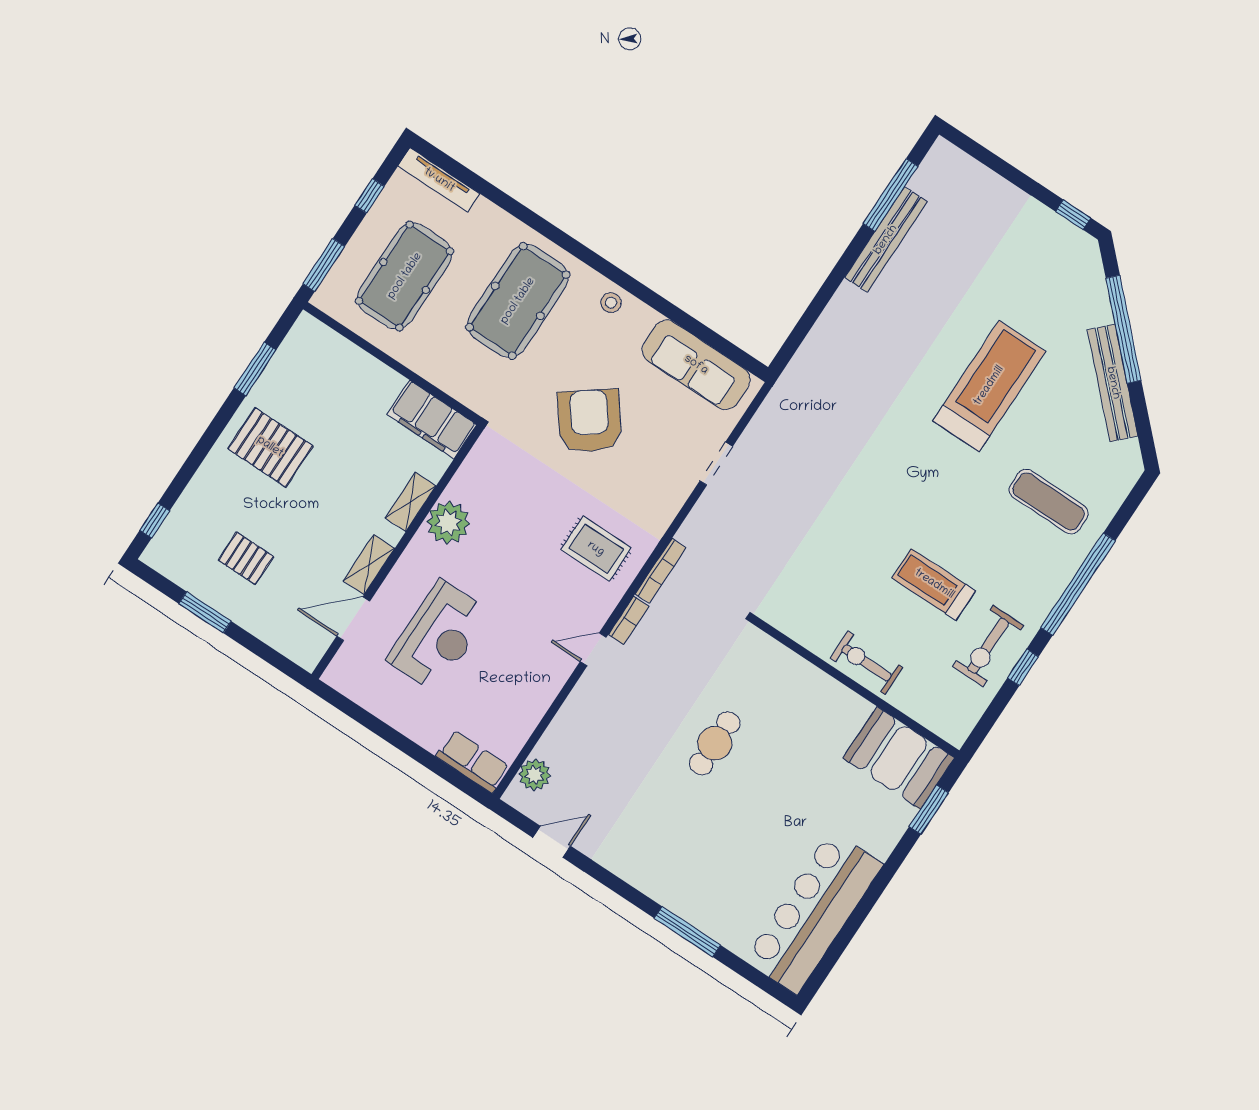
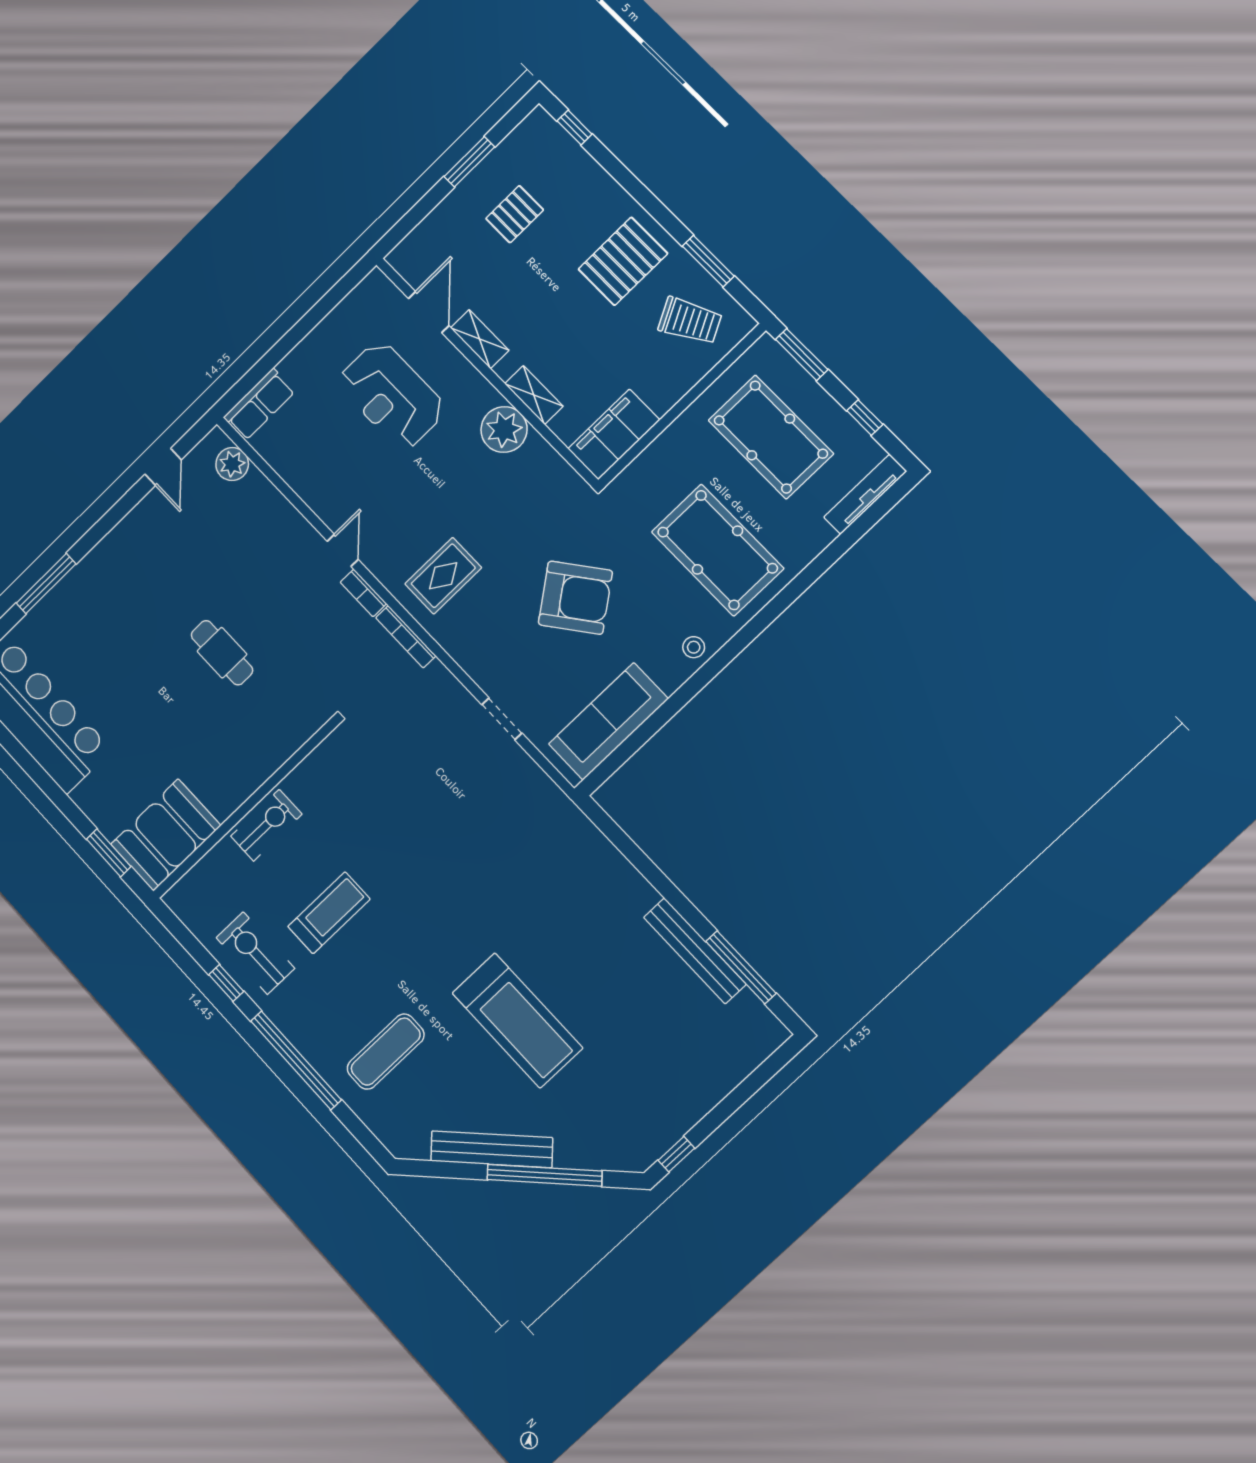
trolley: (313, 373) -> (690, 321), added

